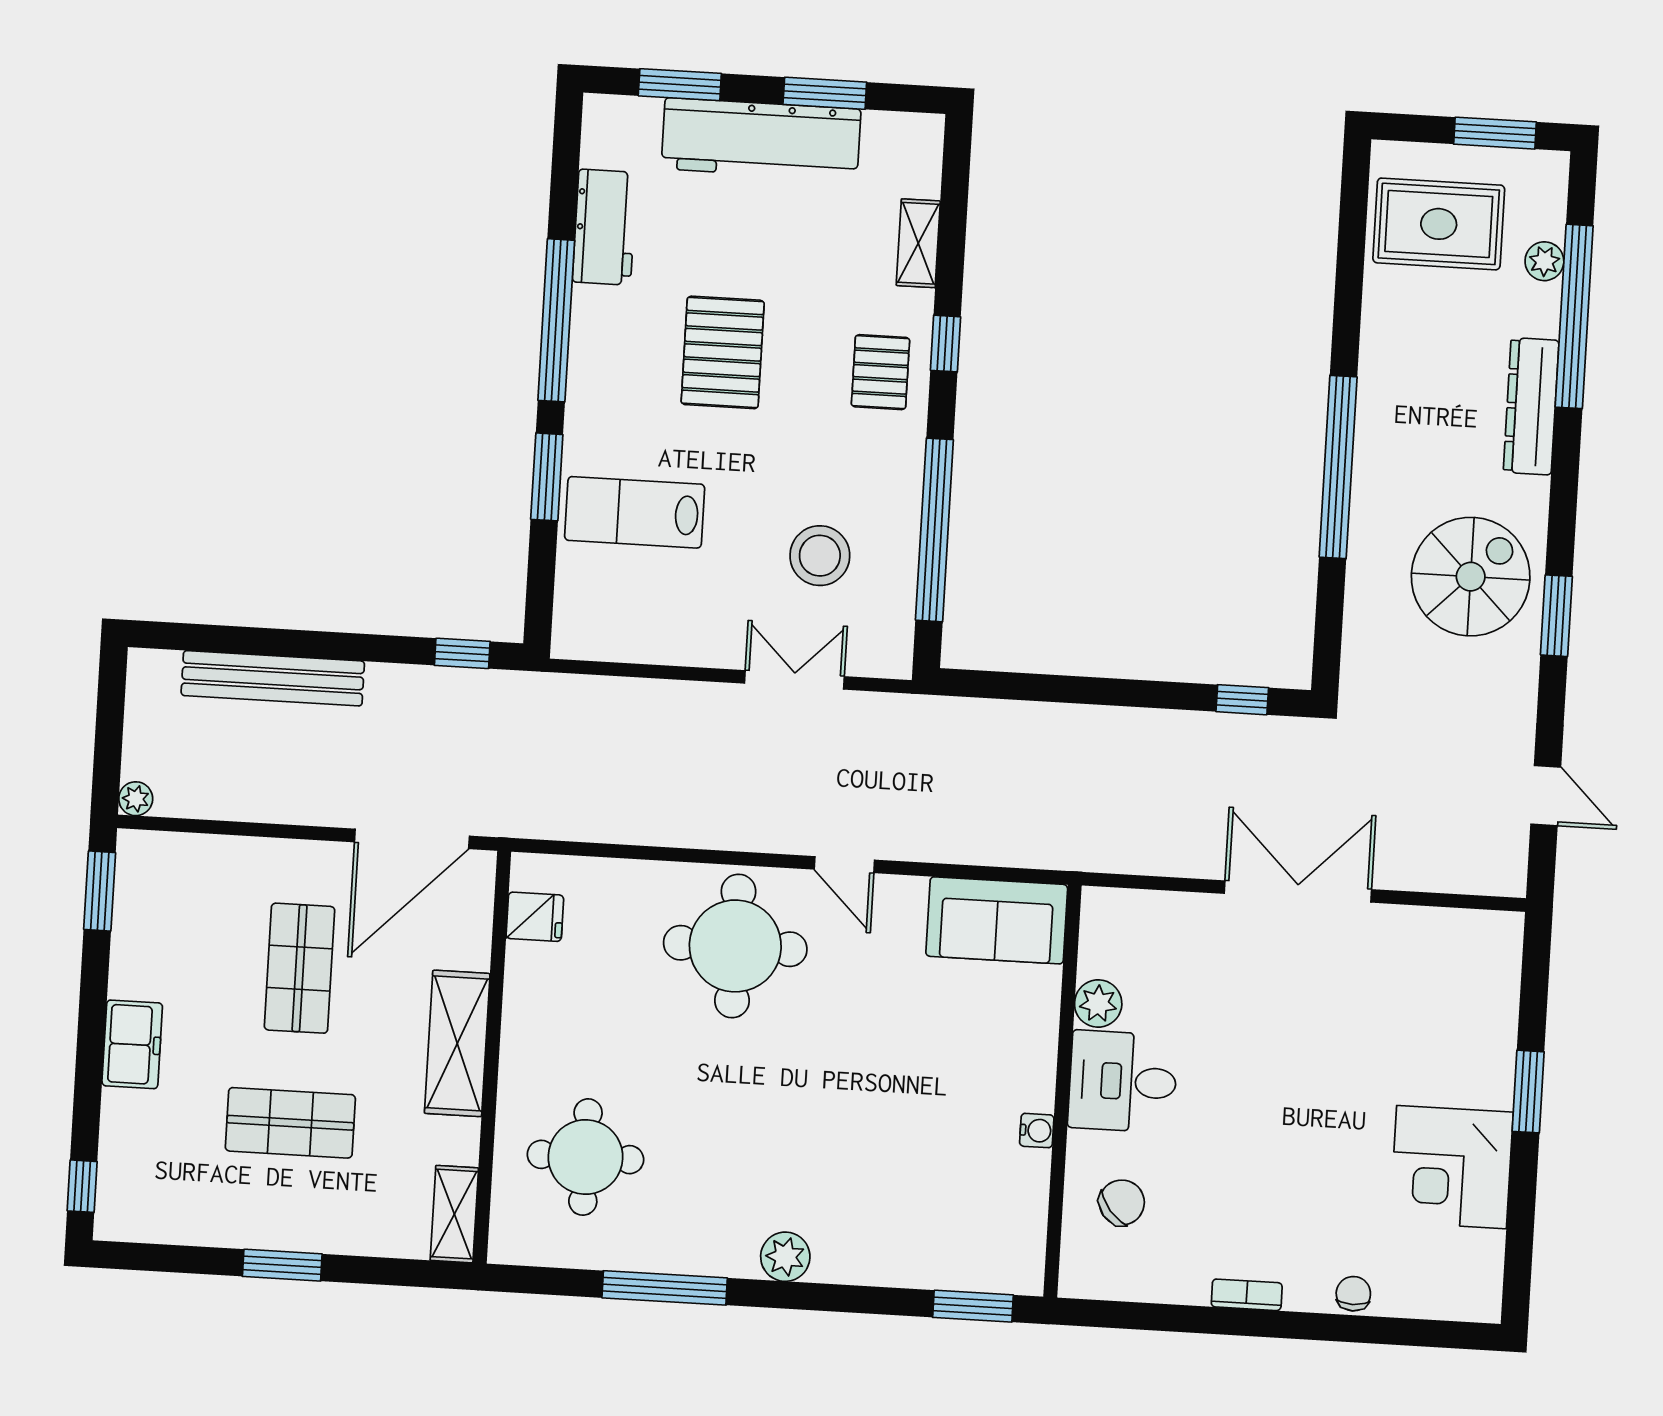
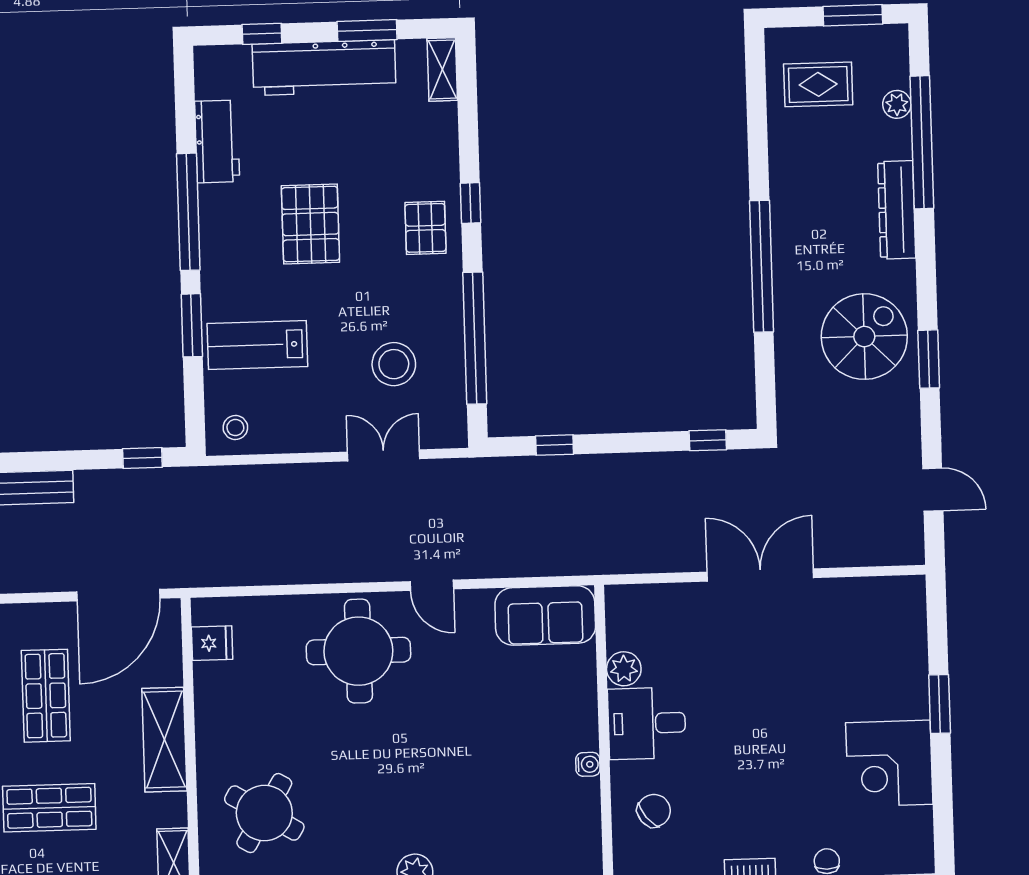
window: (680, 85) -> (262, 34), width x0.67
rug: (1439, 224) -> (818, 84), width x0.73, depth x0.70
shelving: (918, 243) -> (442, 69), moved
stool: (594, 623) -> (235, 428), added
window: (1031, 687) -> (555, 445), added
round table: (585, 1157) -> (264, 813), turned 31

